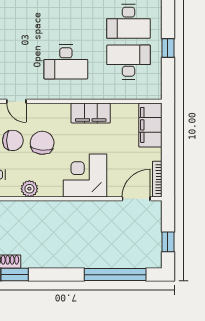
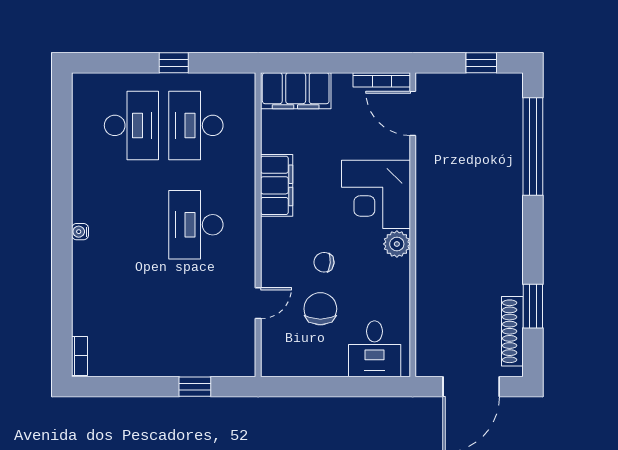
desk: (66, 62) -> (196, 225), turned 180
chair: (42, 143) -> (324, 262), width x0.54, depth x0.54
plant: (29, 189) -> (397, 244), moved

